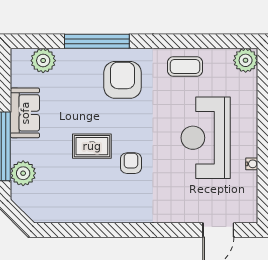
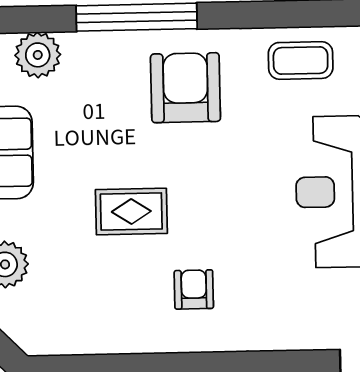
armchair: (131, 163) -> (194, 289), moved

